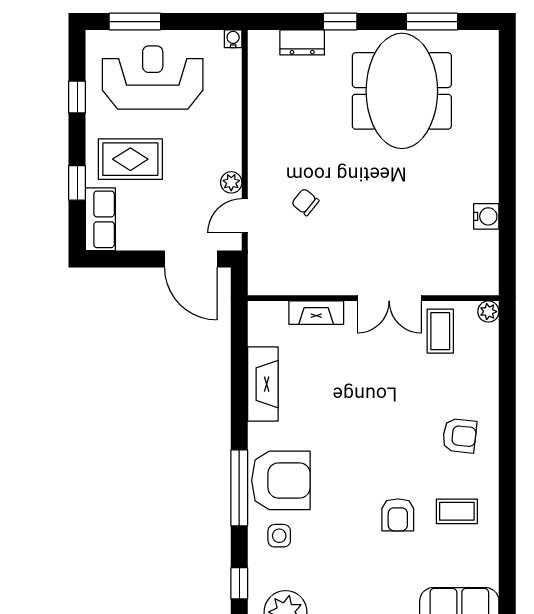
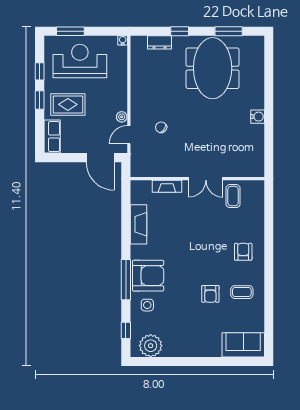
window: (77, 183) -> (40, 100), moved
water cooler: (486, 216) -> (258, 117), moved
plant: (488, 312) -> (259, 186), removed
armchair: (459, 436) -> (243, 252), turned -96

